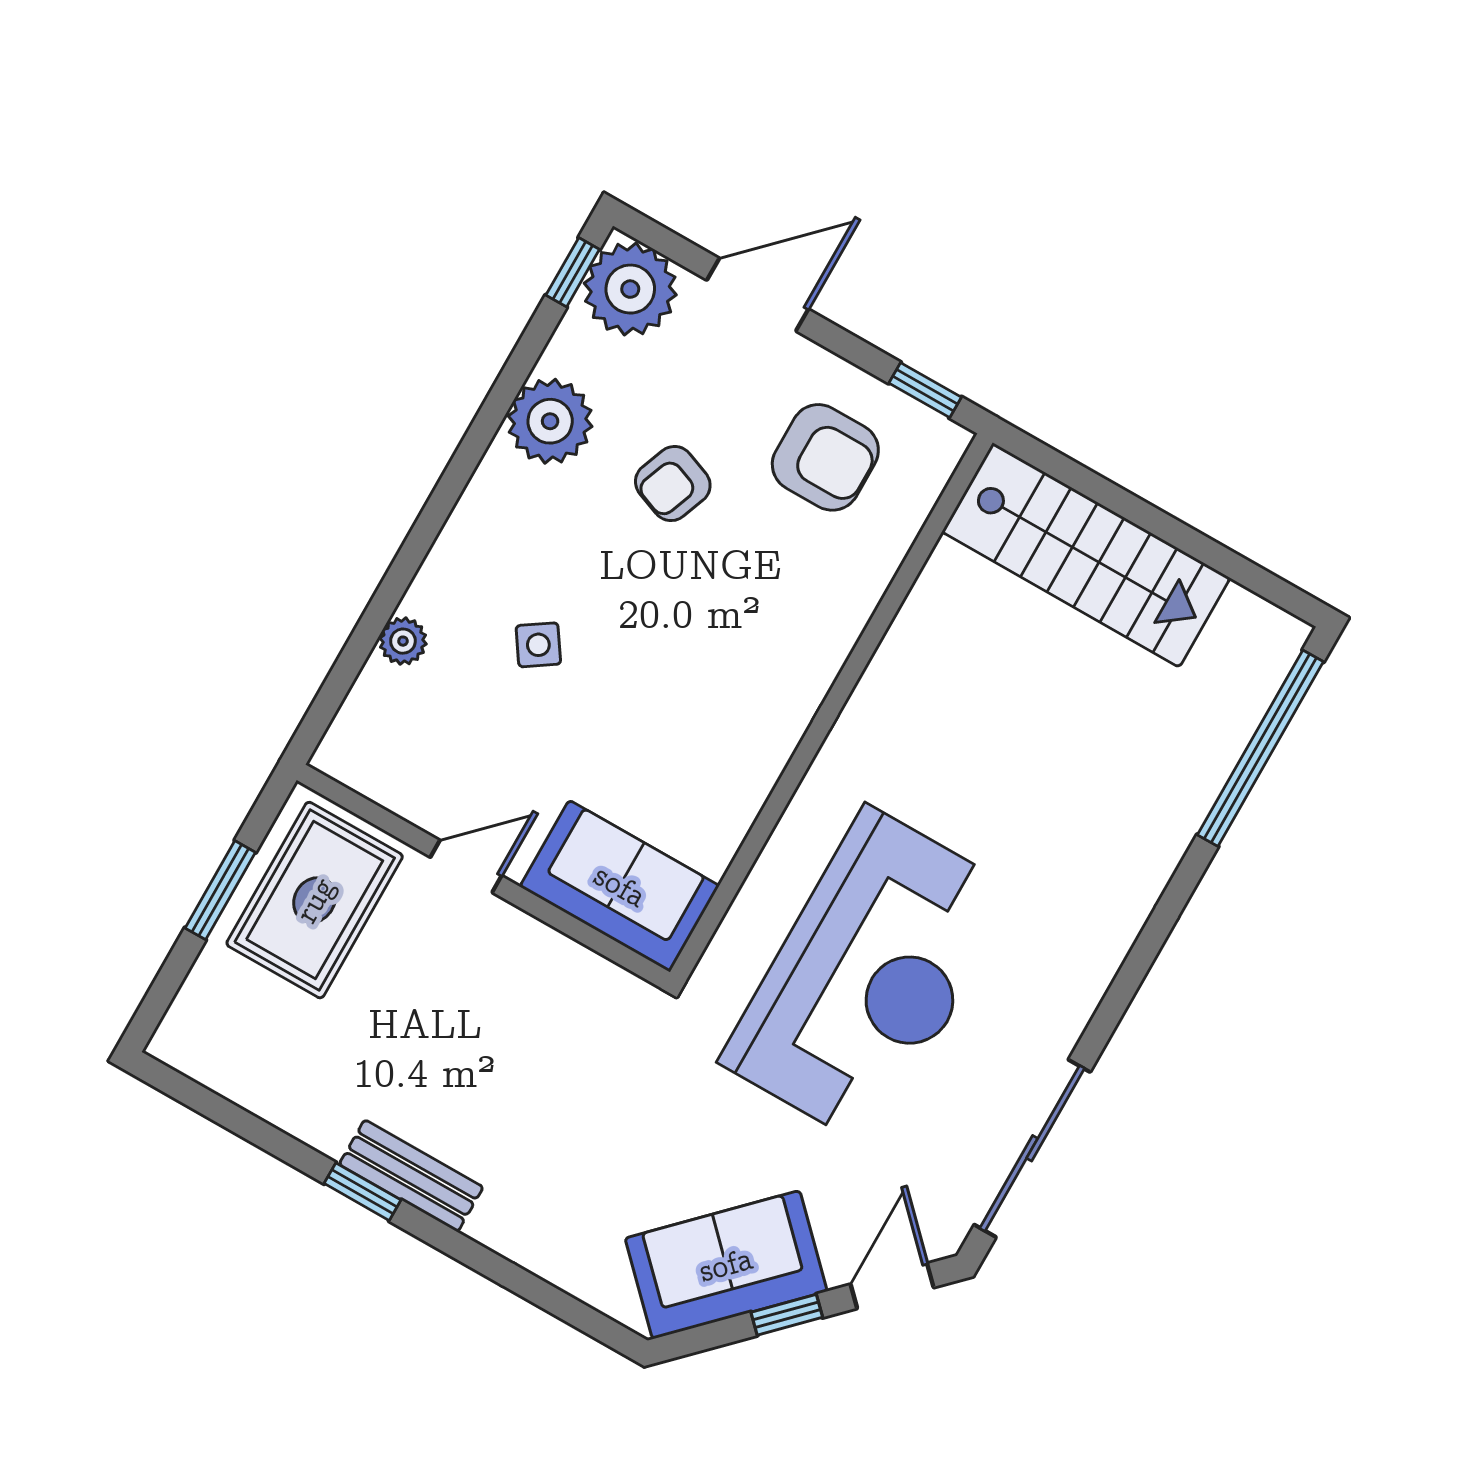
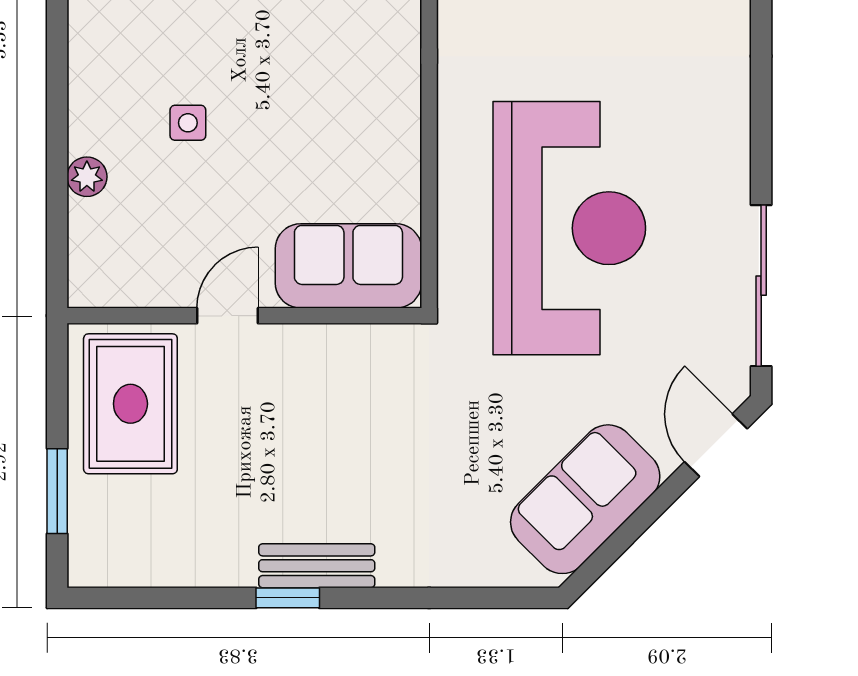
side table: (538, 645) -> (188, 123), turned 34
window: (220, 890) -> (57, 491), moved
window: (787, 1315) -> (651, 511), removed

